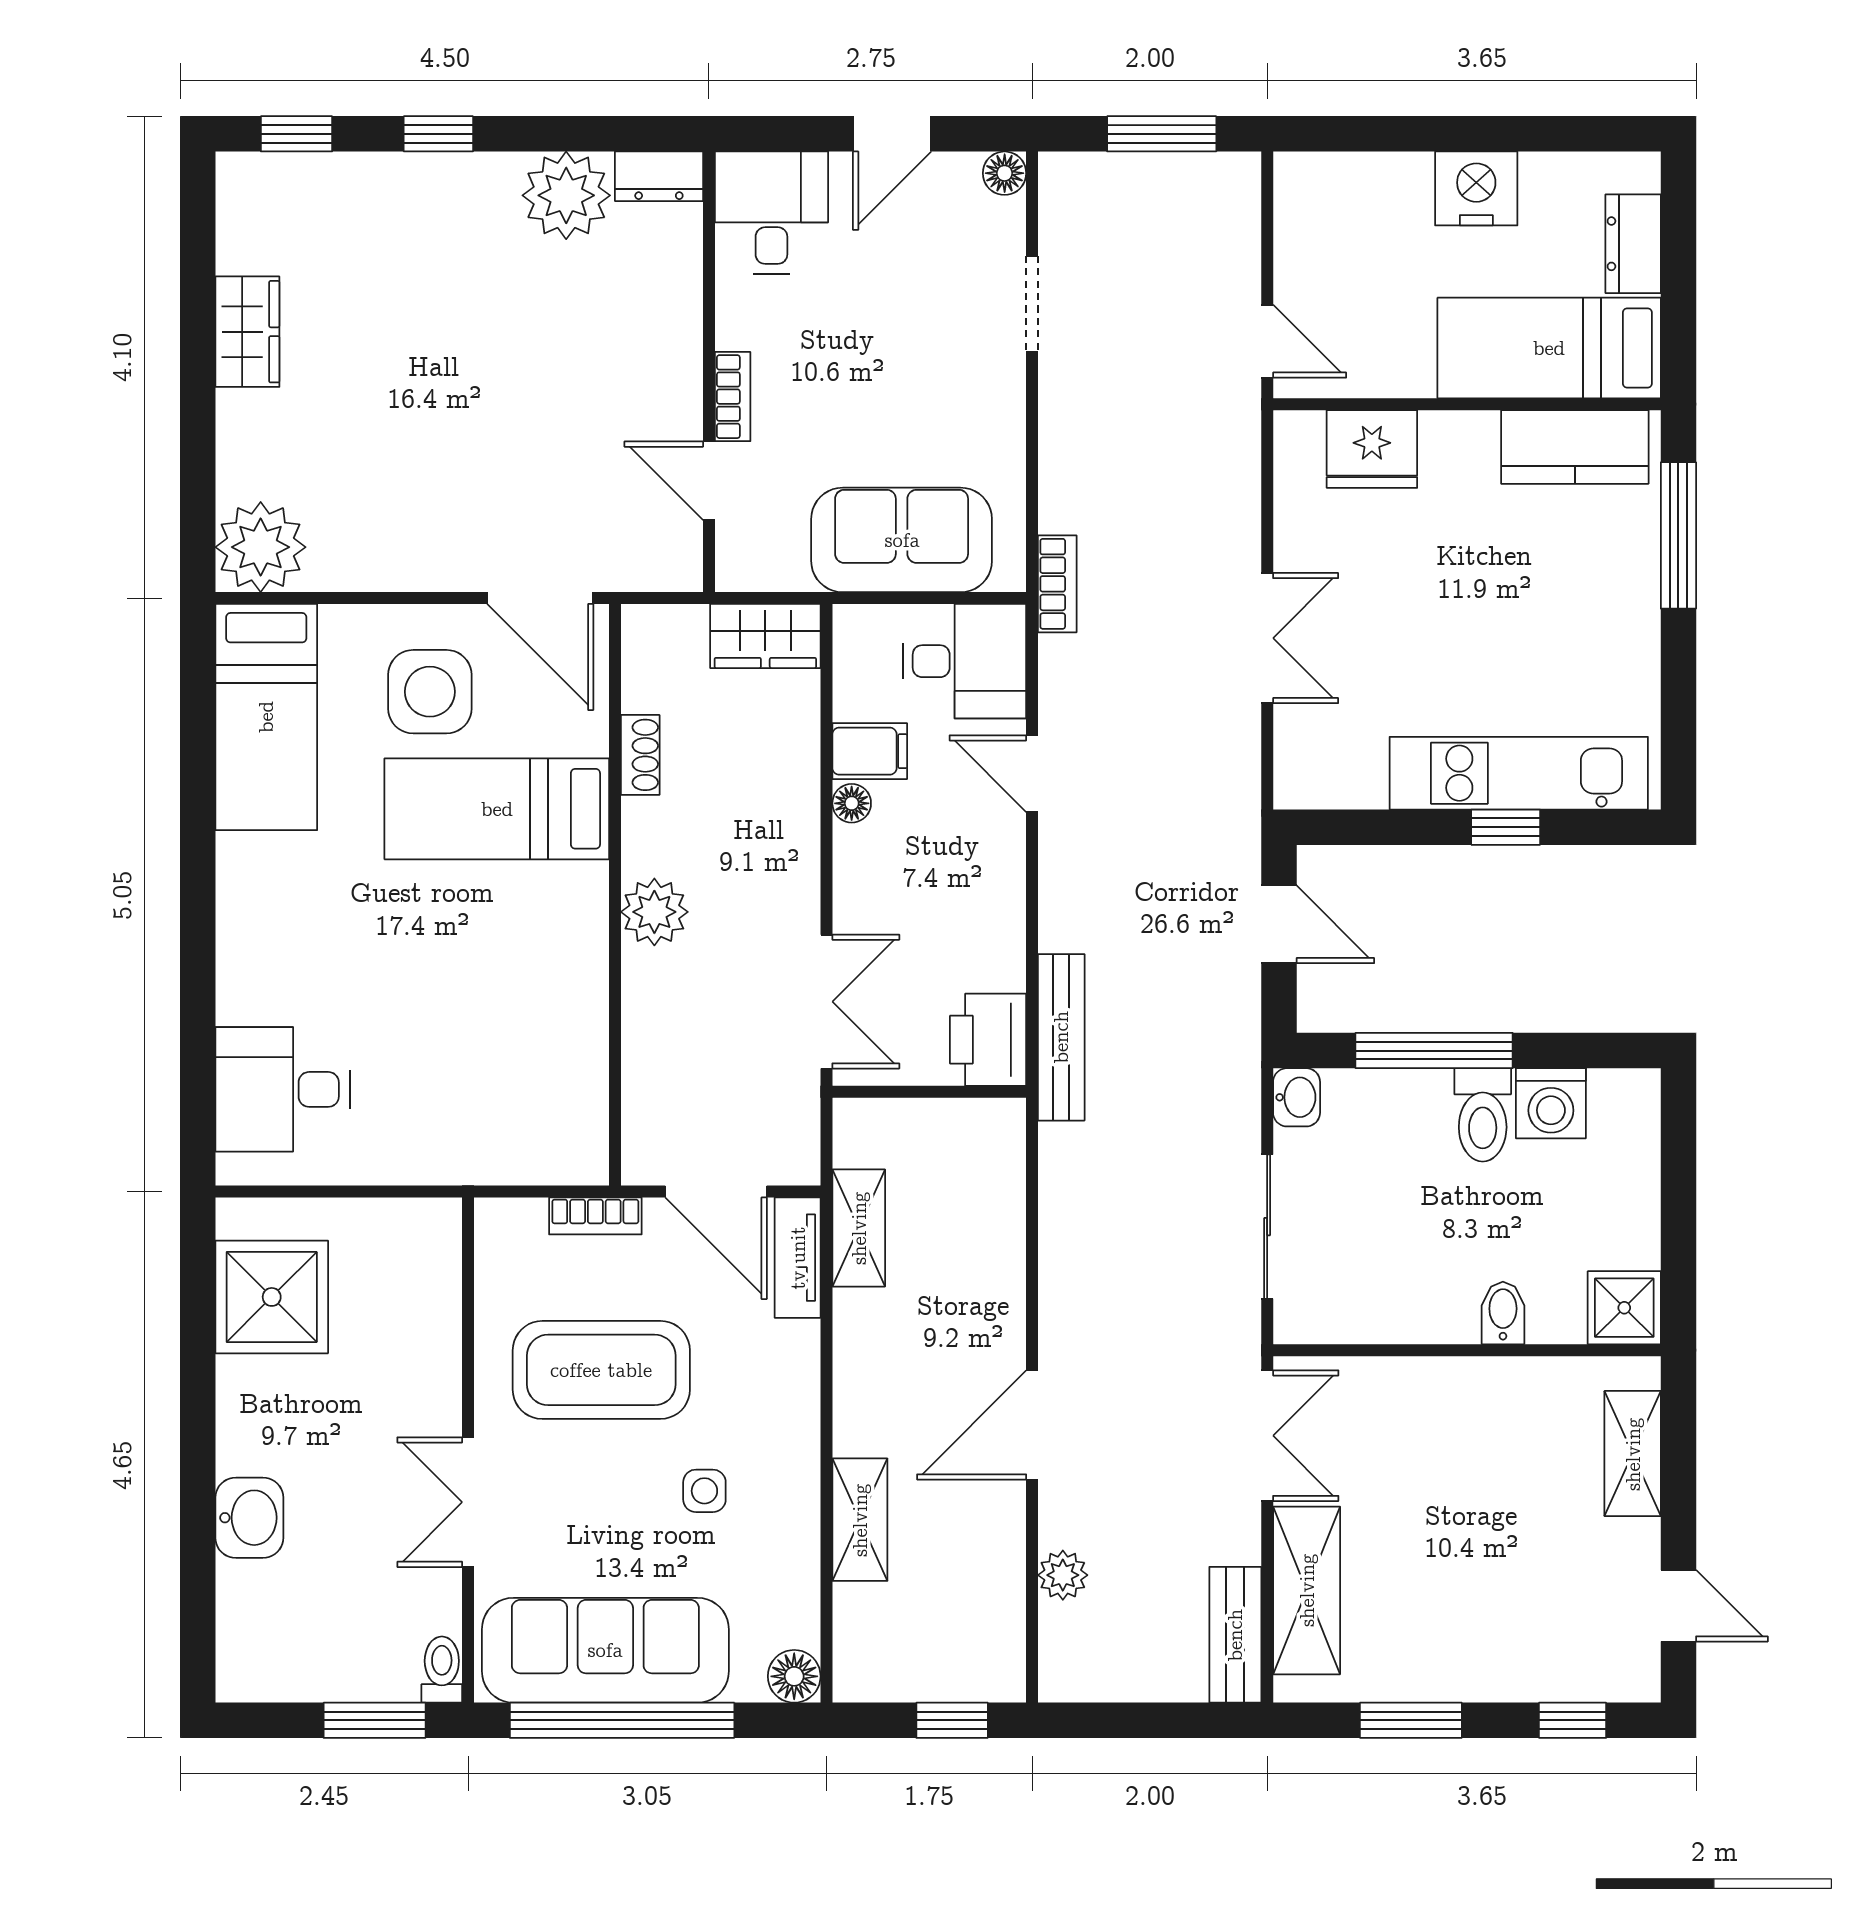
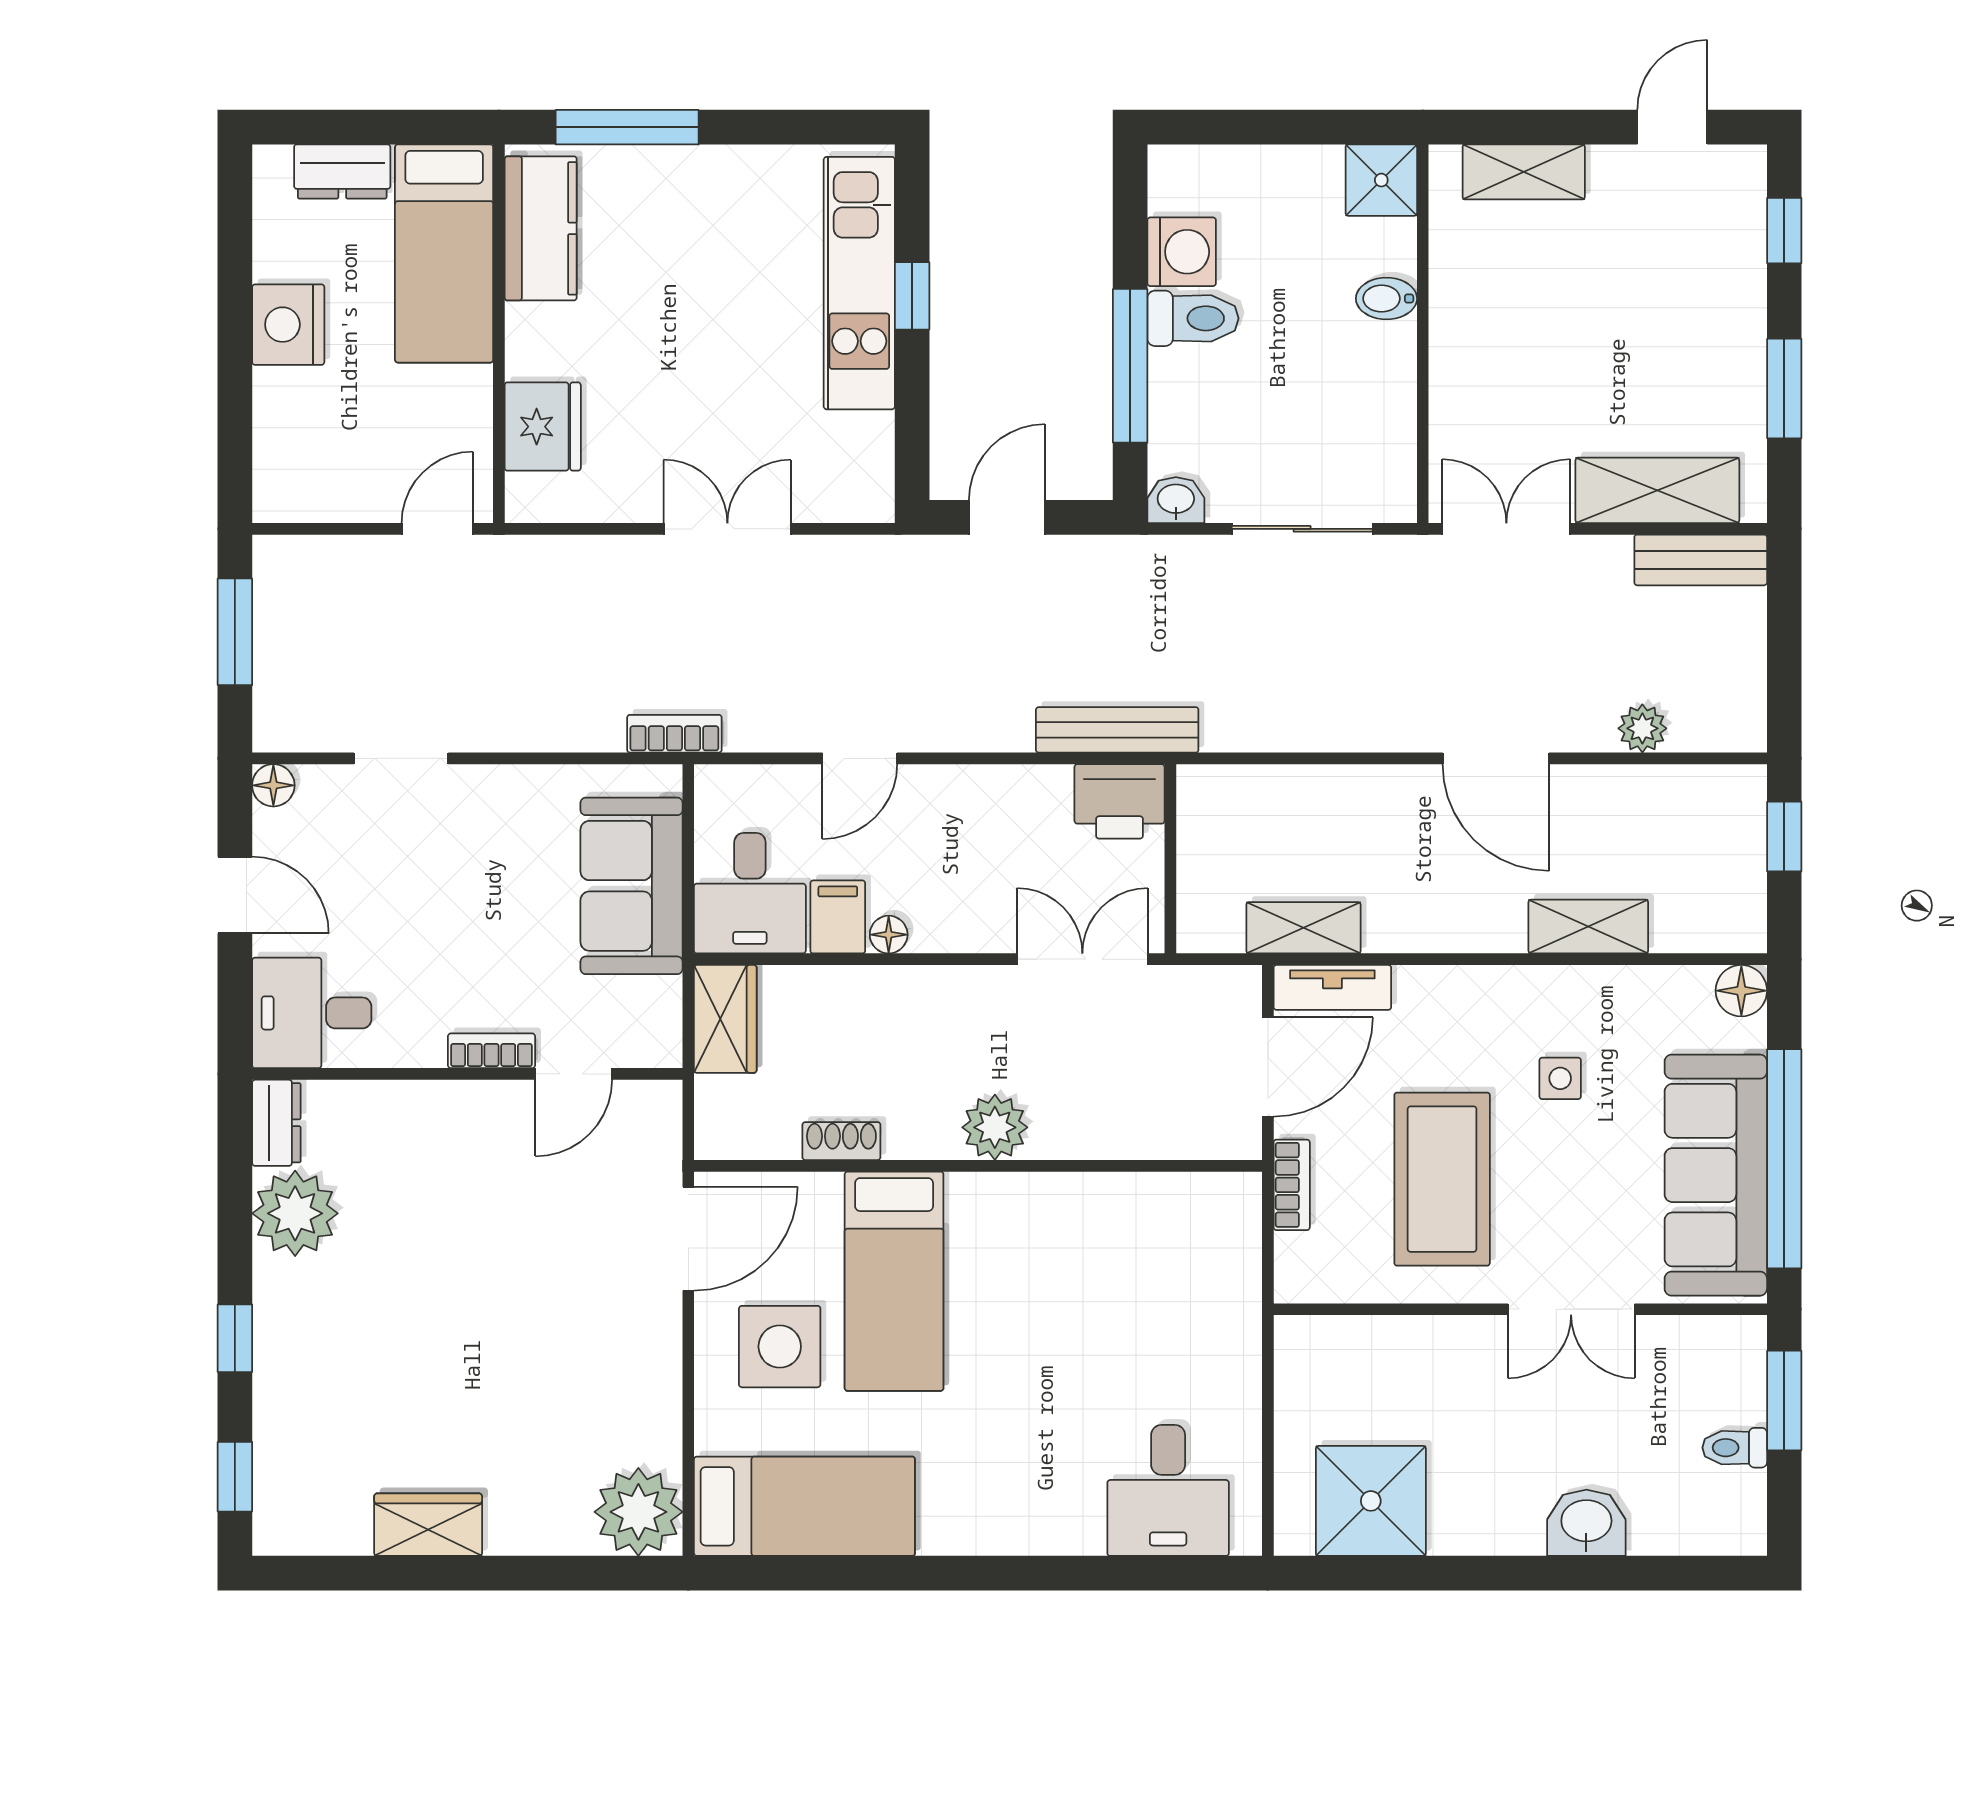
desk: (964, 661) -> (750, 893), moved, turned 180
toilet: (442, 1670) -> (1735, 1448), moved

